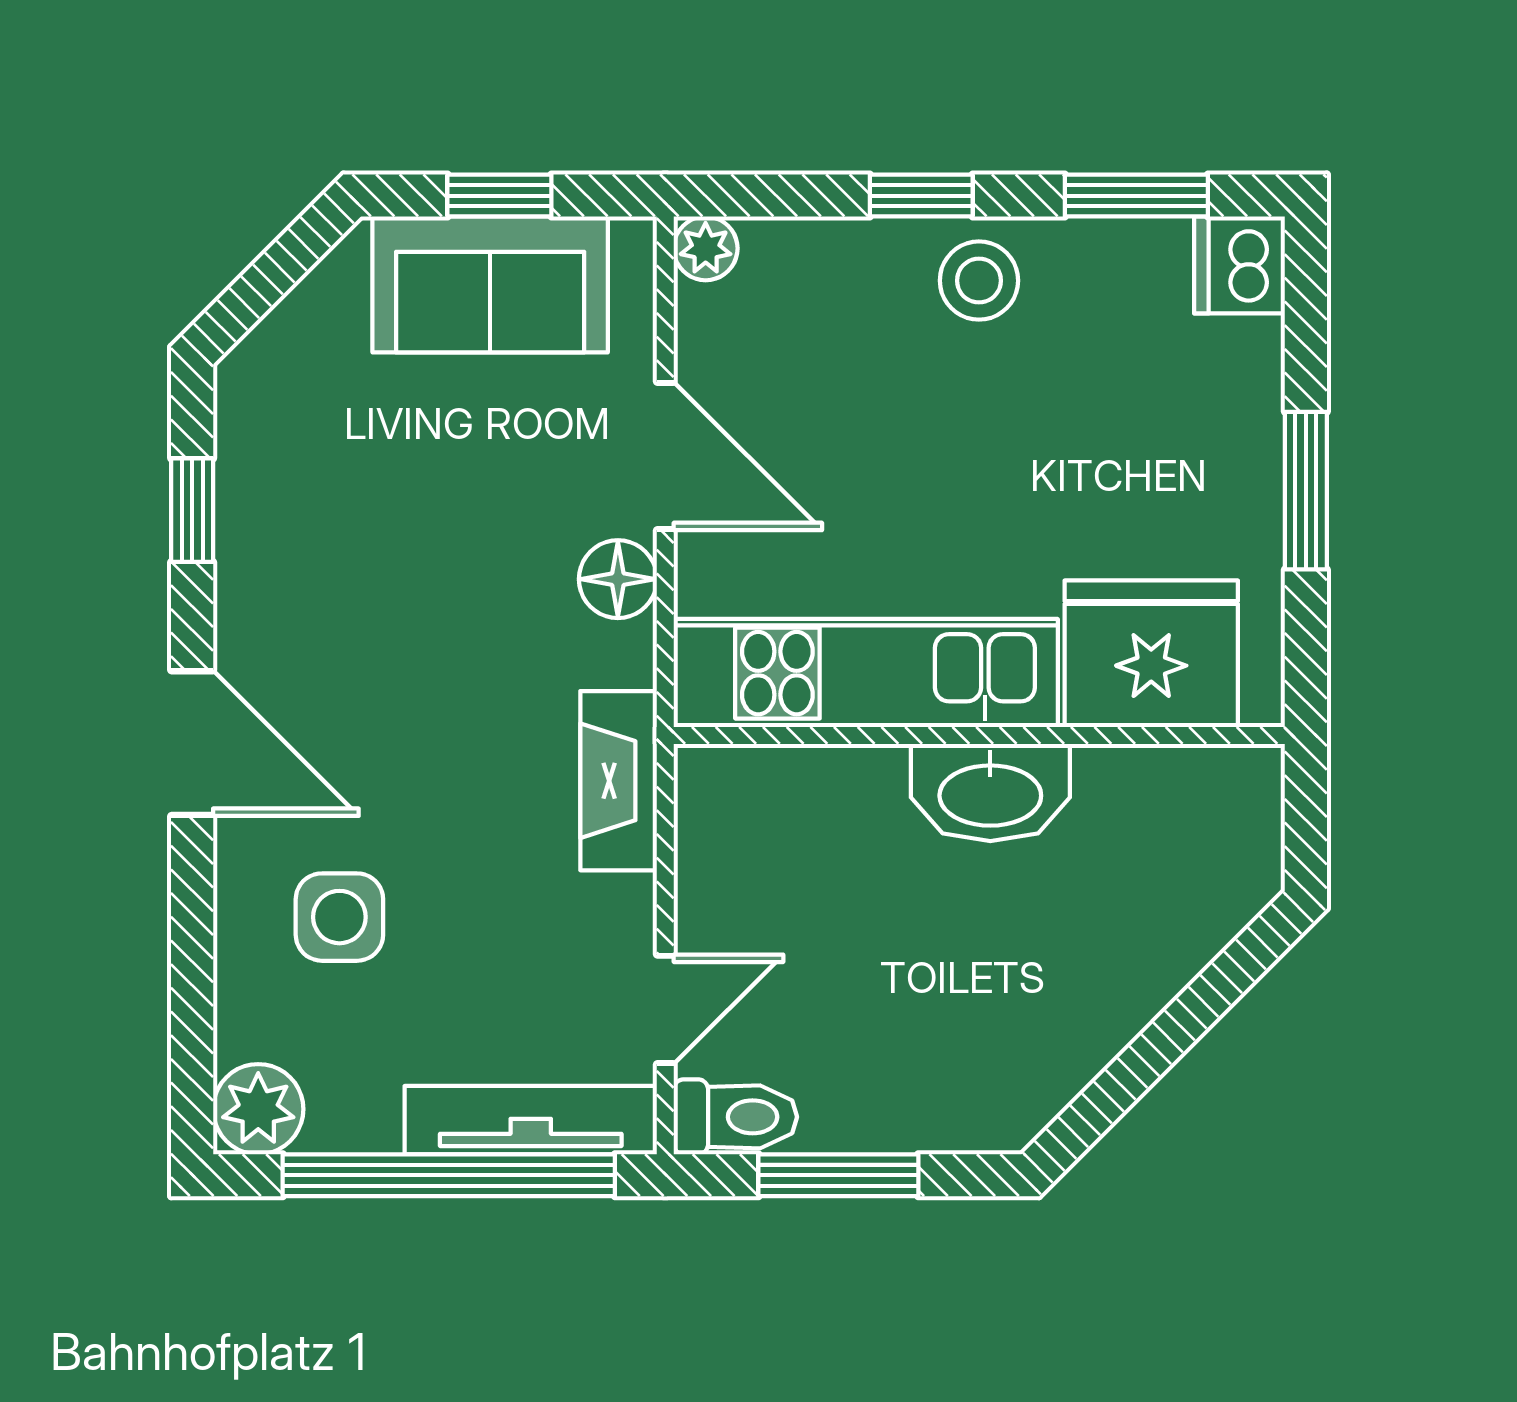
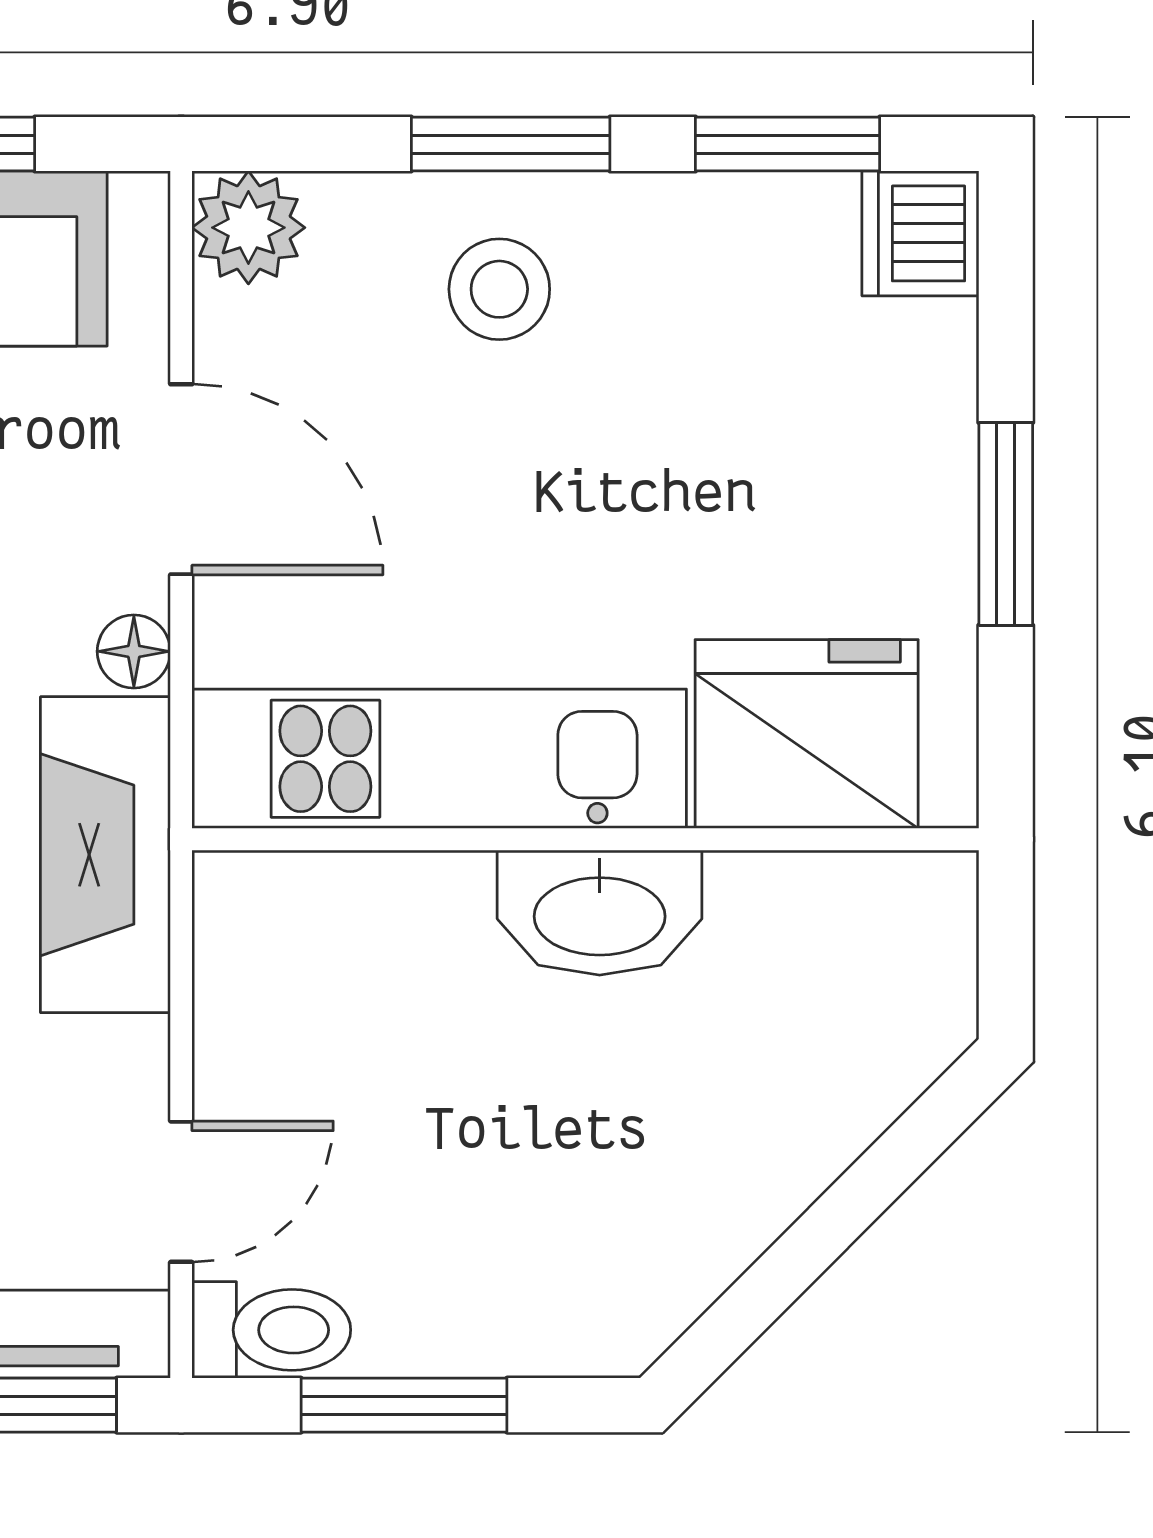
window: (921, 196) -> (511, 144), width x1.50
plant: (706, 248) -> (248, 228), width x1.38, depth x1.38
stool: (979, 281) -> (499, 289), moved
floor lamp: (618, 579) -> (134, 651), width x0.73, depth x0.73
fireplace: (619, 781) -> (105, 855), width x1.37, depth x1.32

